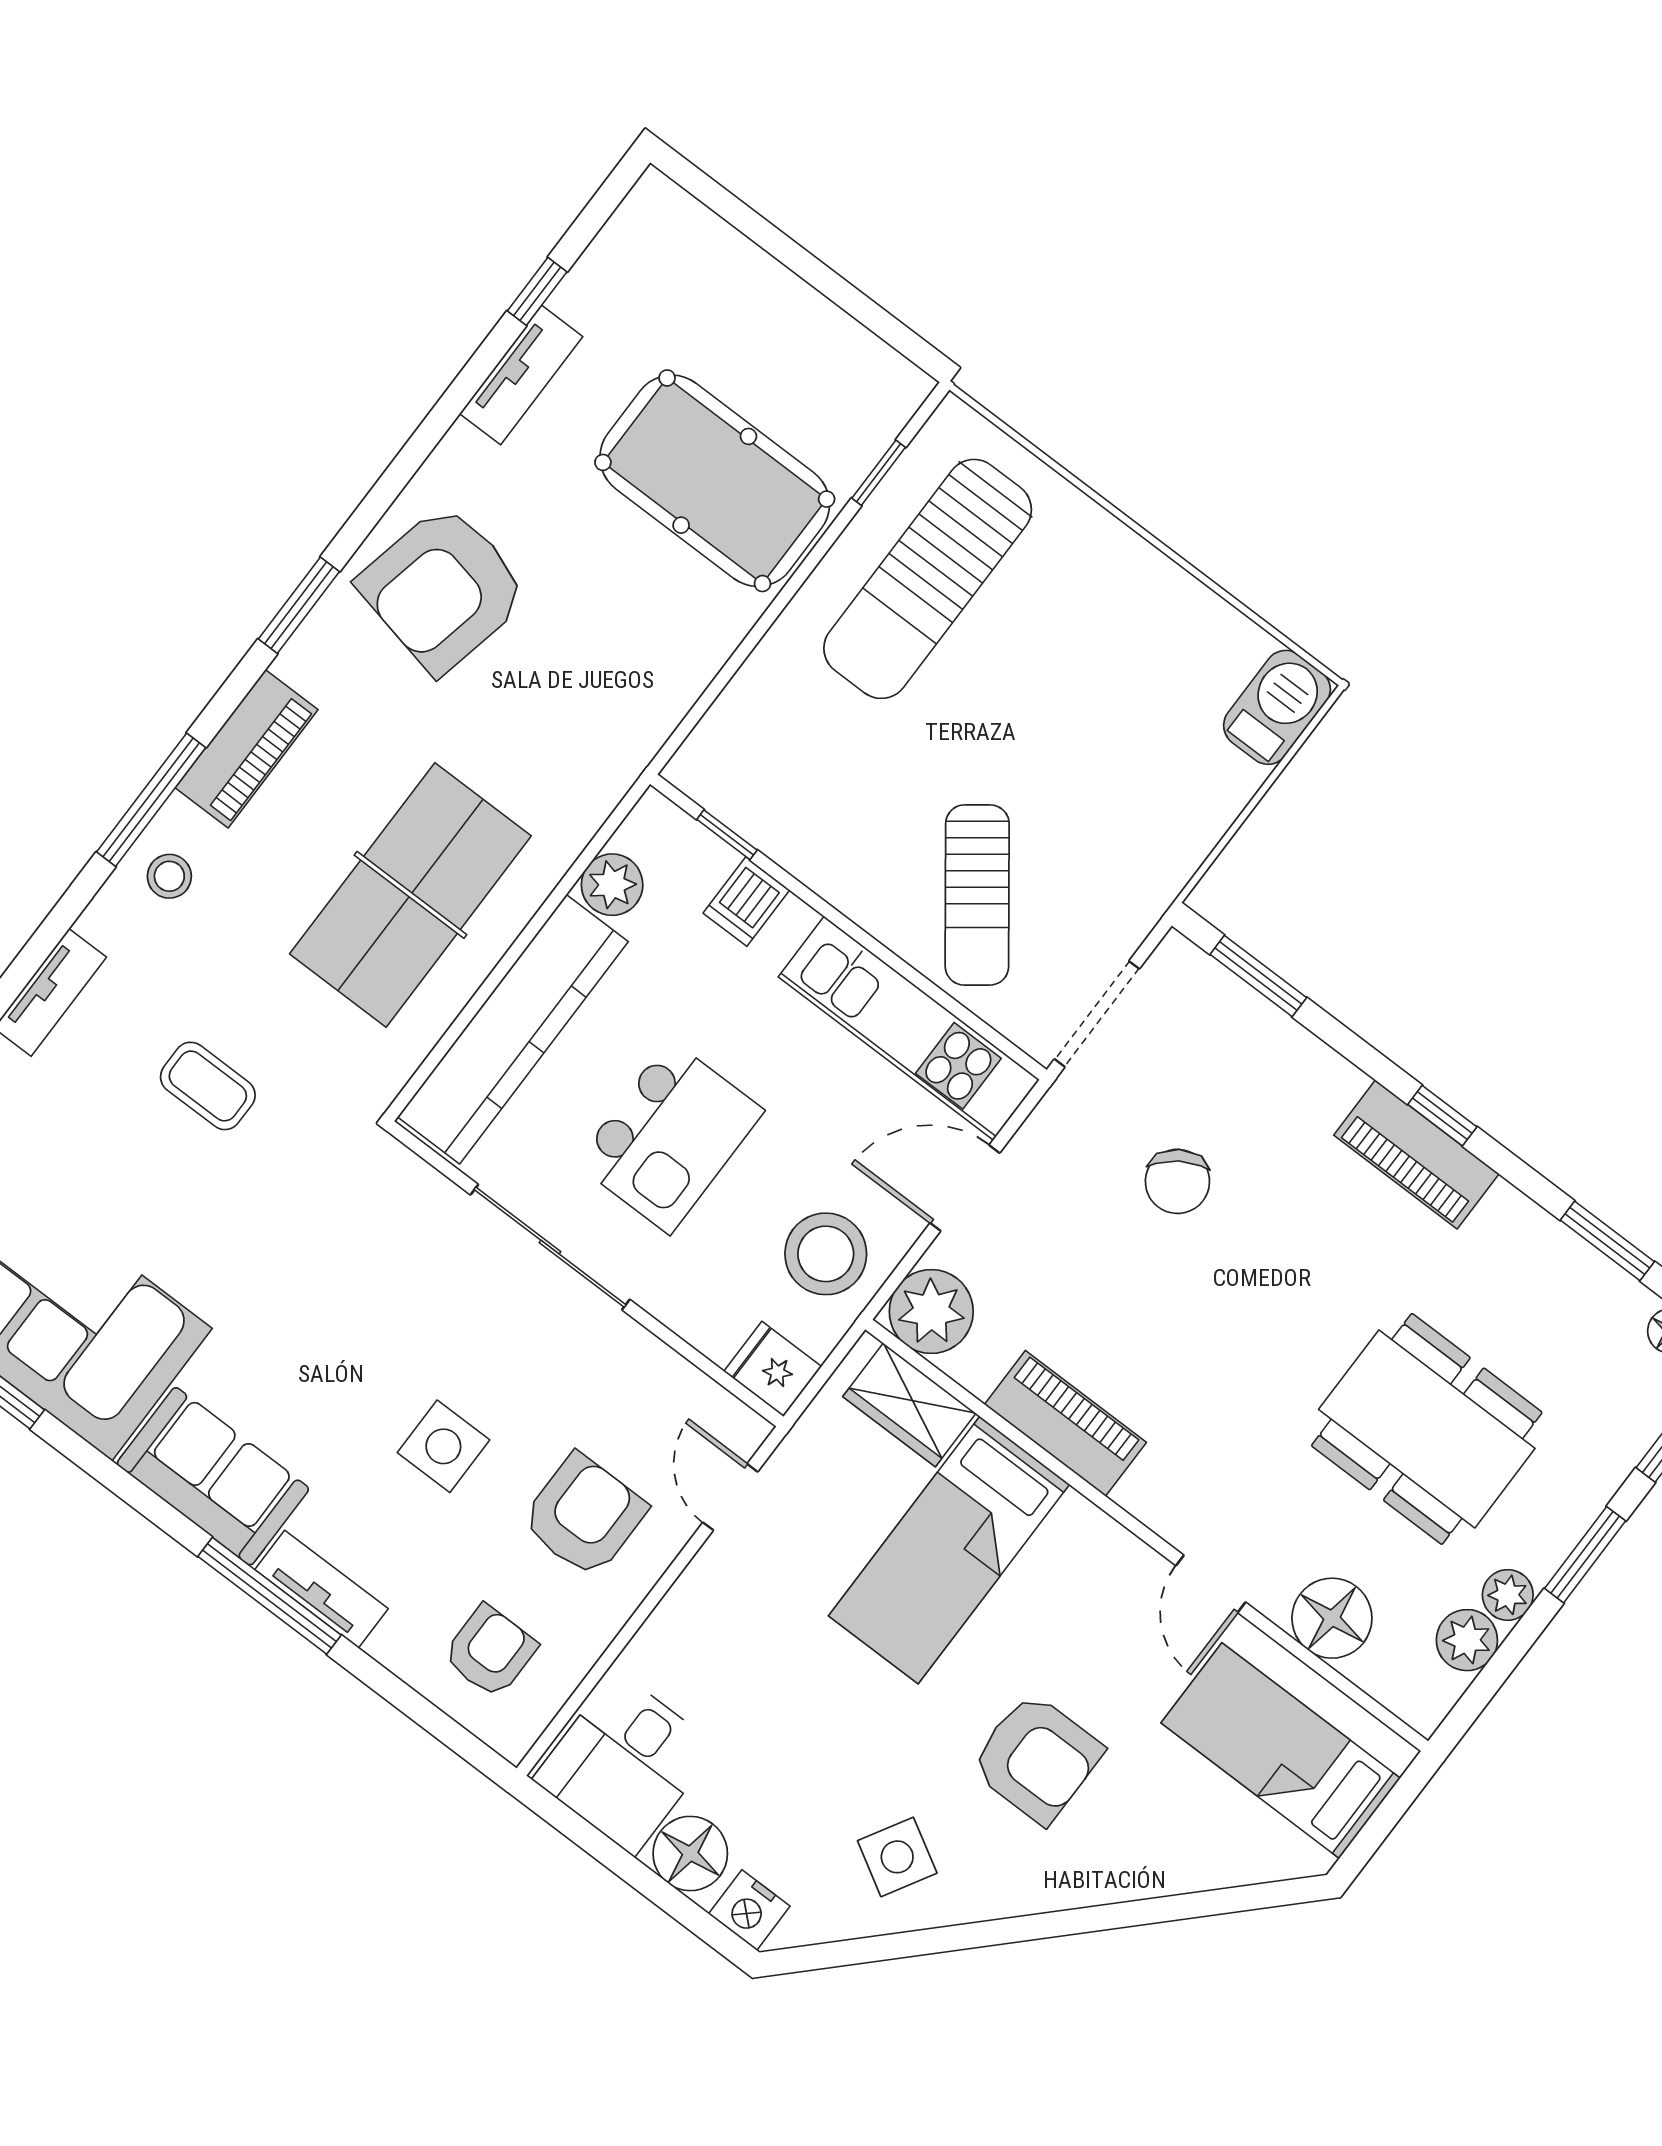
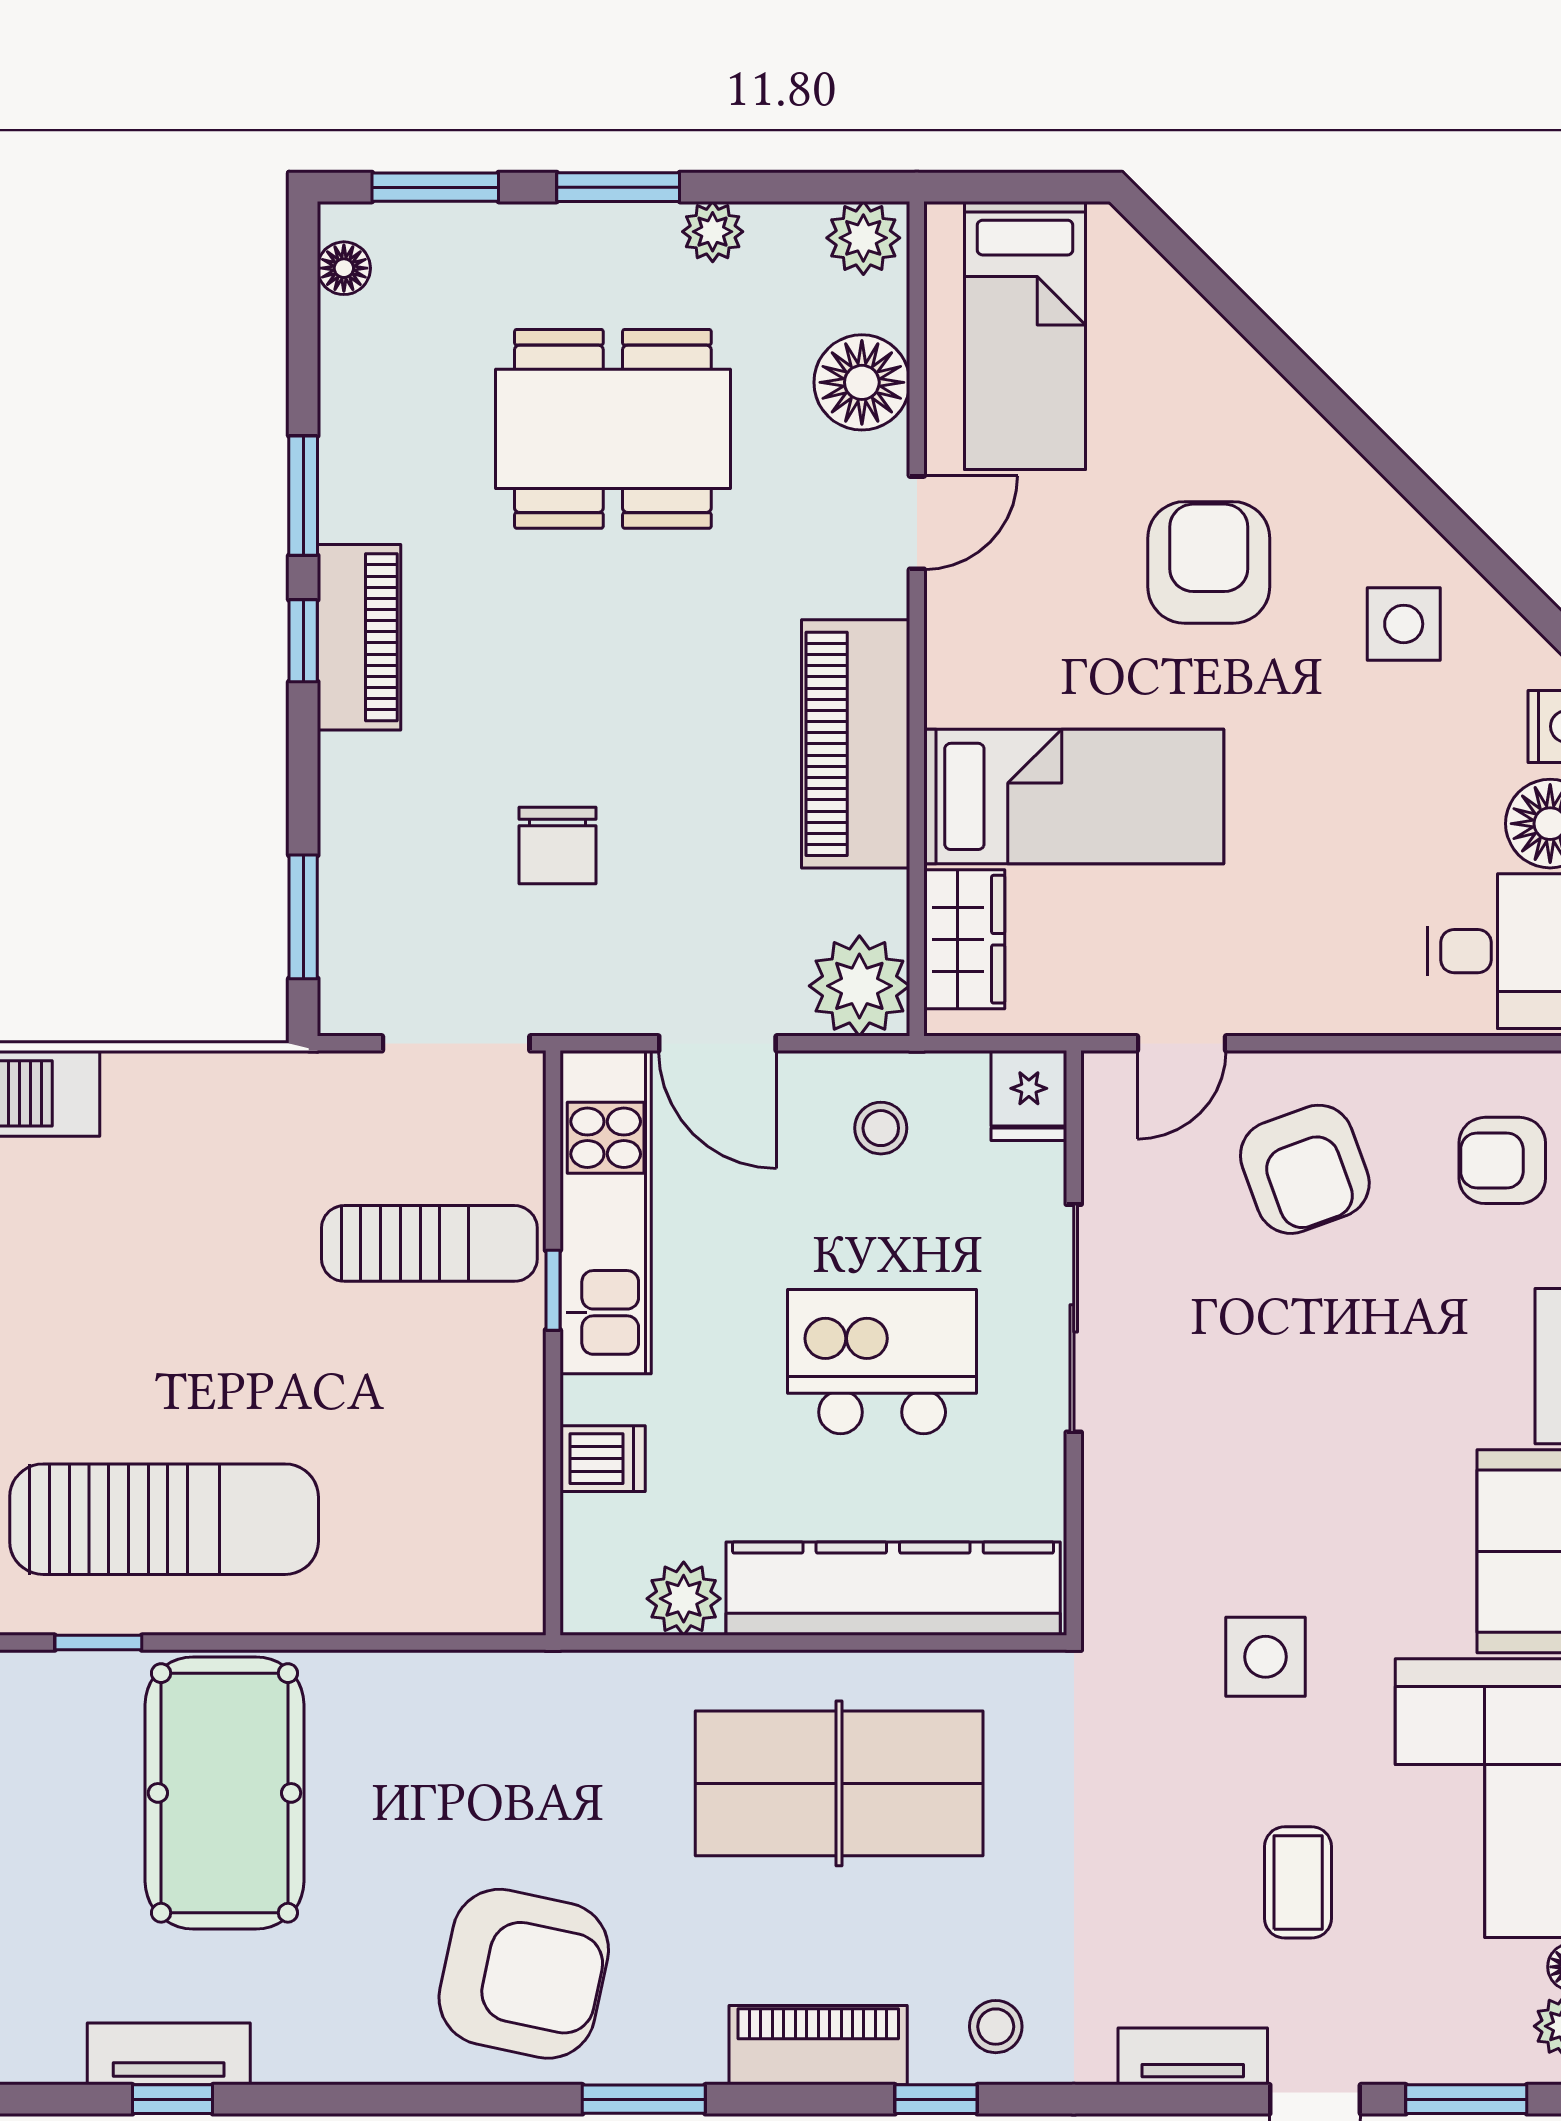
tv unit: (521, 375) -> (169, 2054), moved
window: (151, 800) -> (936, 2099), width x0.46
window: (727, 835) -> (553, 1290), moved
sun lounger: (977, 895) -> (429, 1243), turned 37
coffee table: (208, 1086) -> (1298, 1882), moved
chair: (1177, 1181) -> (557, 845), turned 124
window: (1607, 1241) -> (303, 496), moved
sliding door: (550, 1247) -> (1074, 1318), moved
stool: (826, 1254) -> (881, 1128), width x0.53, depth x0.53
piano: (1065, 1423) -> (856, 744), width x1.37, depth x1.33
dining table: (1427, 1429) -> (613, 429), turned 90
side table: (443, 1446) -> (1265, 1657), moved
armchair: (584, 1515) -> (1305, 1169), turned -110
plant: (1467, 1640) -> (863, 238), moved
side table: (897, 1857) -> (1404, 624), turned -30

